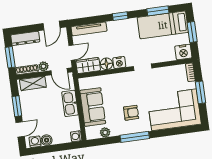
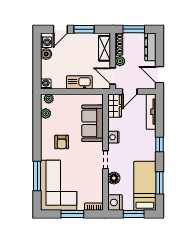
door: (72, 53) -> (130, 92), hinge flipped
floor lamp: (106, 64) -> (114, 178), moved
door: (59, 72) -> (113, 76), hinge flipped
sofa: (93, 107) -> (92, 123), moved, turned 90
door: (20, 129) -> (60, 29), hinge flipped
plant: (90, 131) -> (49, 99), added
window: (135, 137) -> (37, 176), moved

